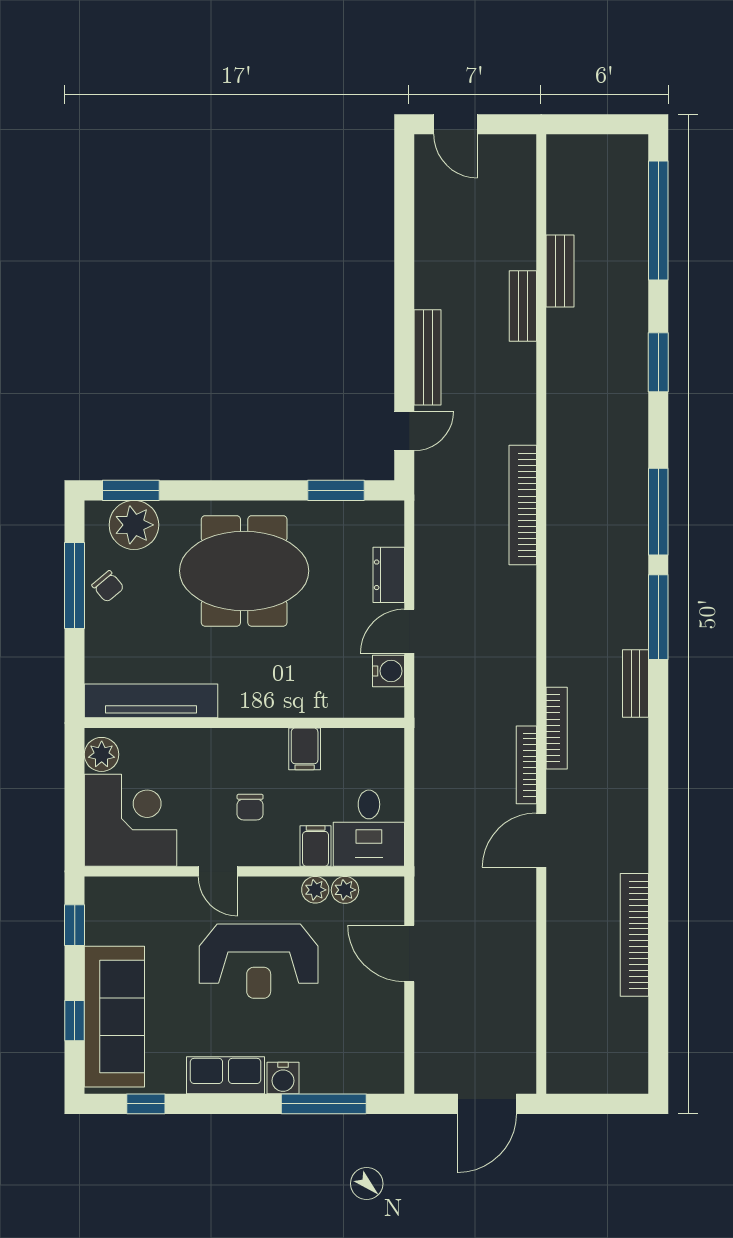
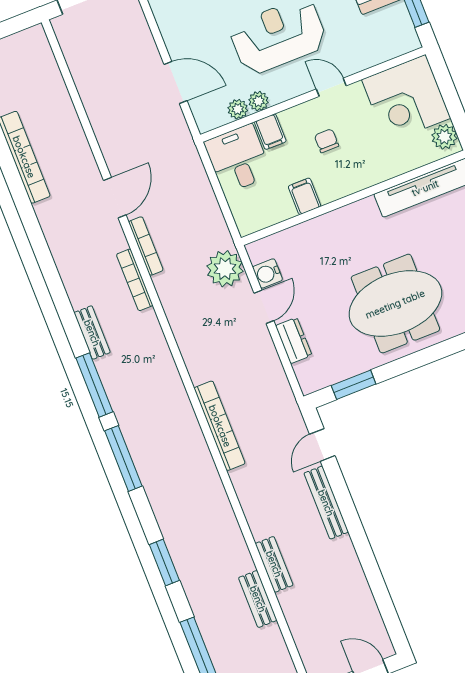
plant: (439, 698) -> (225, 269), added

